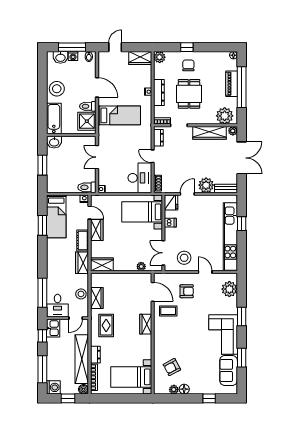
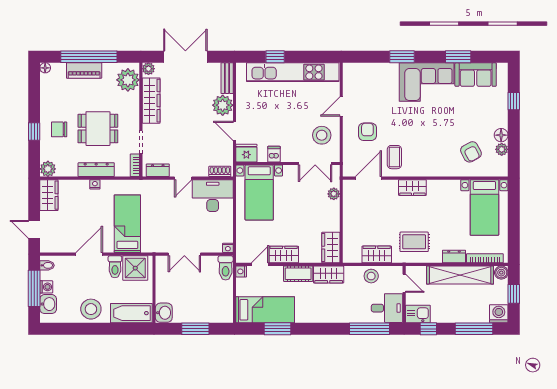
plant: (229, 289) -> (364, 73), removed

